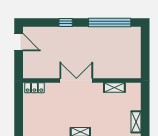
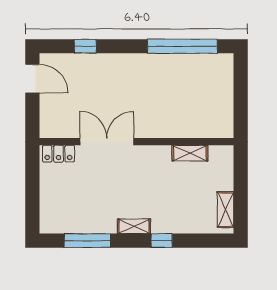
window: (66, 22) -> (85, 46), moved
double door: (76, 81) -> (107, 142), moved

